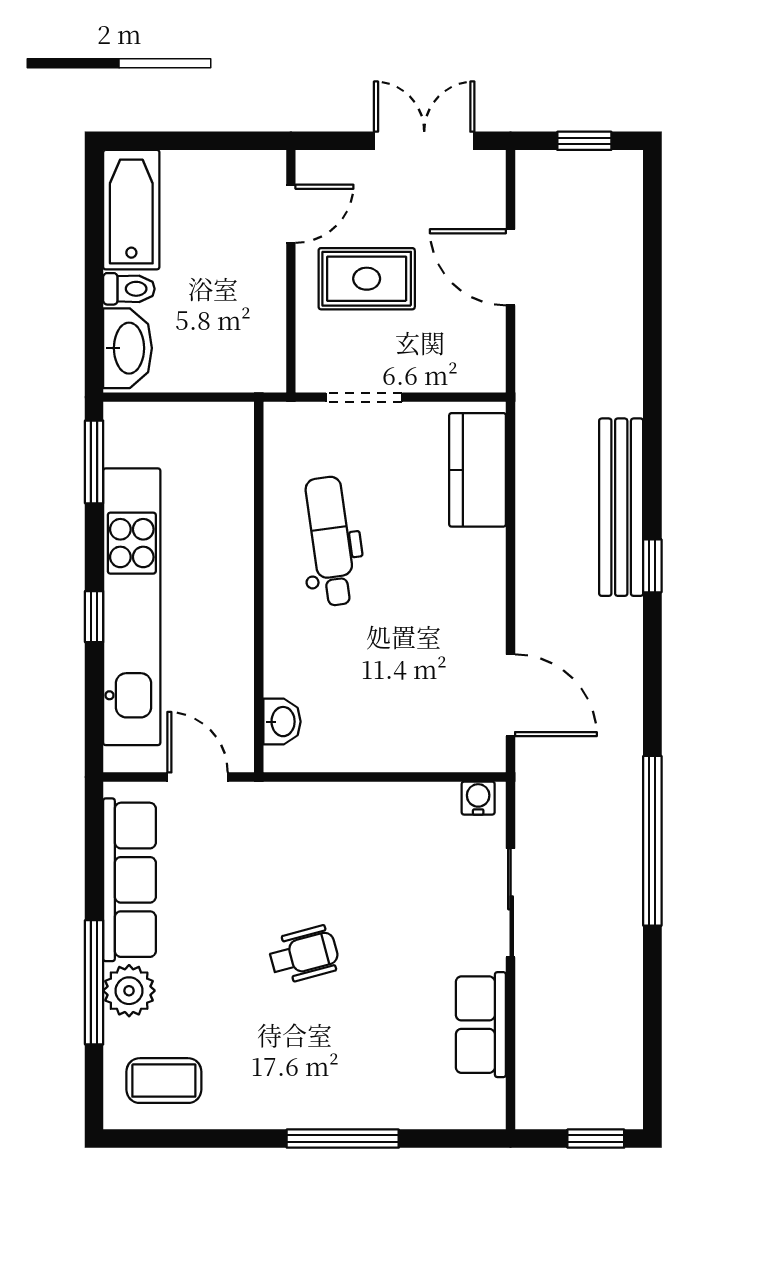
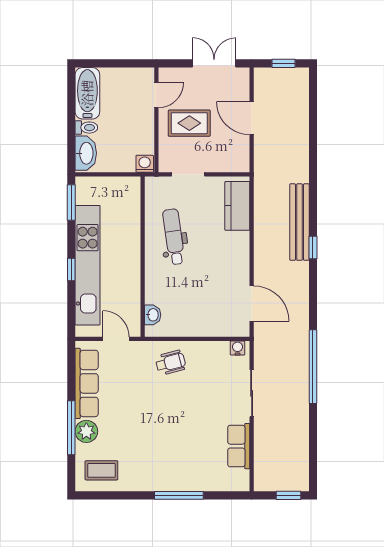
washing machine: (264, 373) -> (145, 164), added
wheelchair: (304, 955) -> (171, 363), moved

